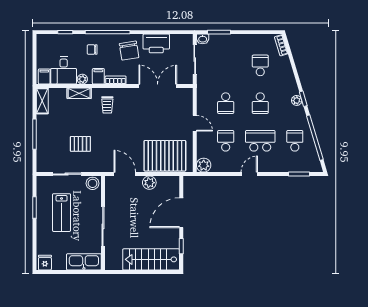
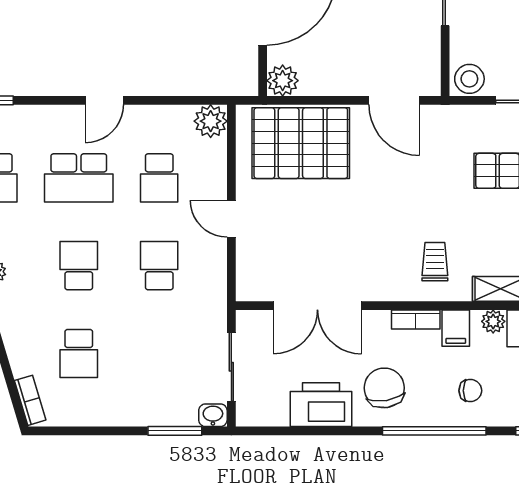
plant: (149, 183) -> (283, 81), moved

